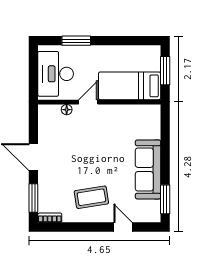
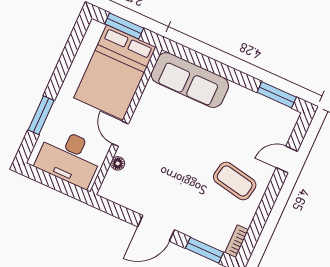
bed: (130, 86) -> (115, 72), width x1.50
sofa: (148, 169) -> (190, 80), moved
coffee table: (91, 197) -> (235, 181), turned -70

